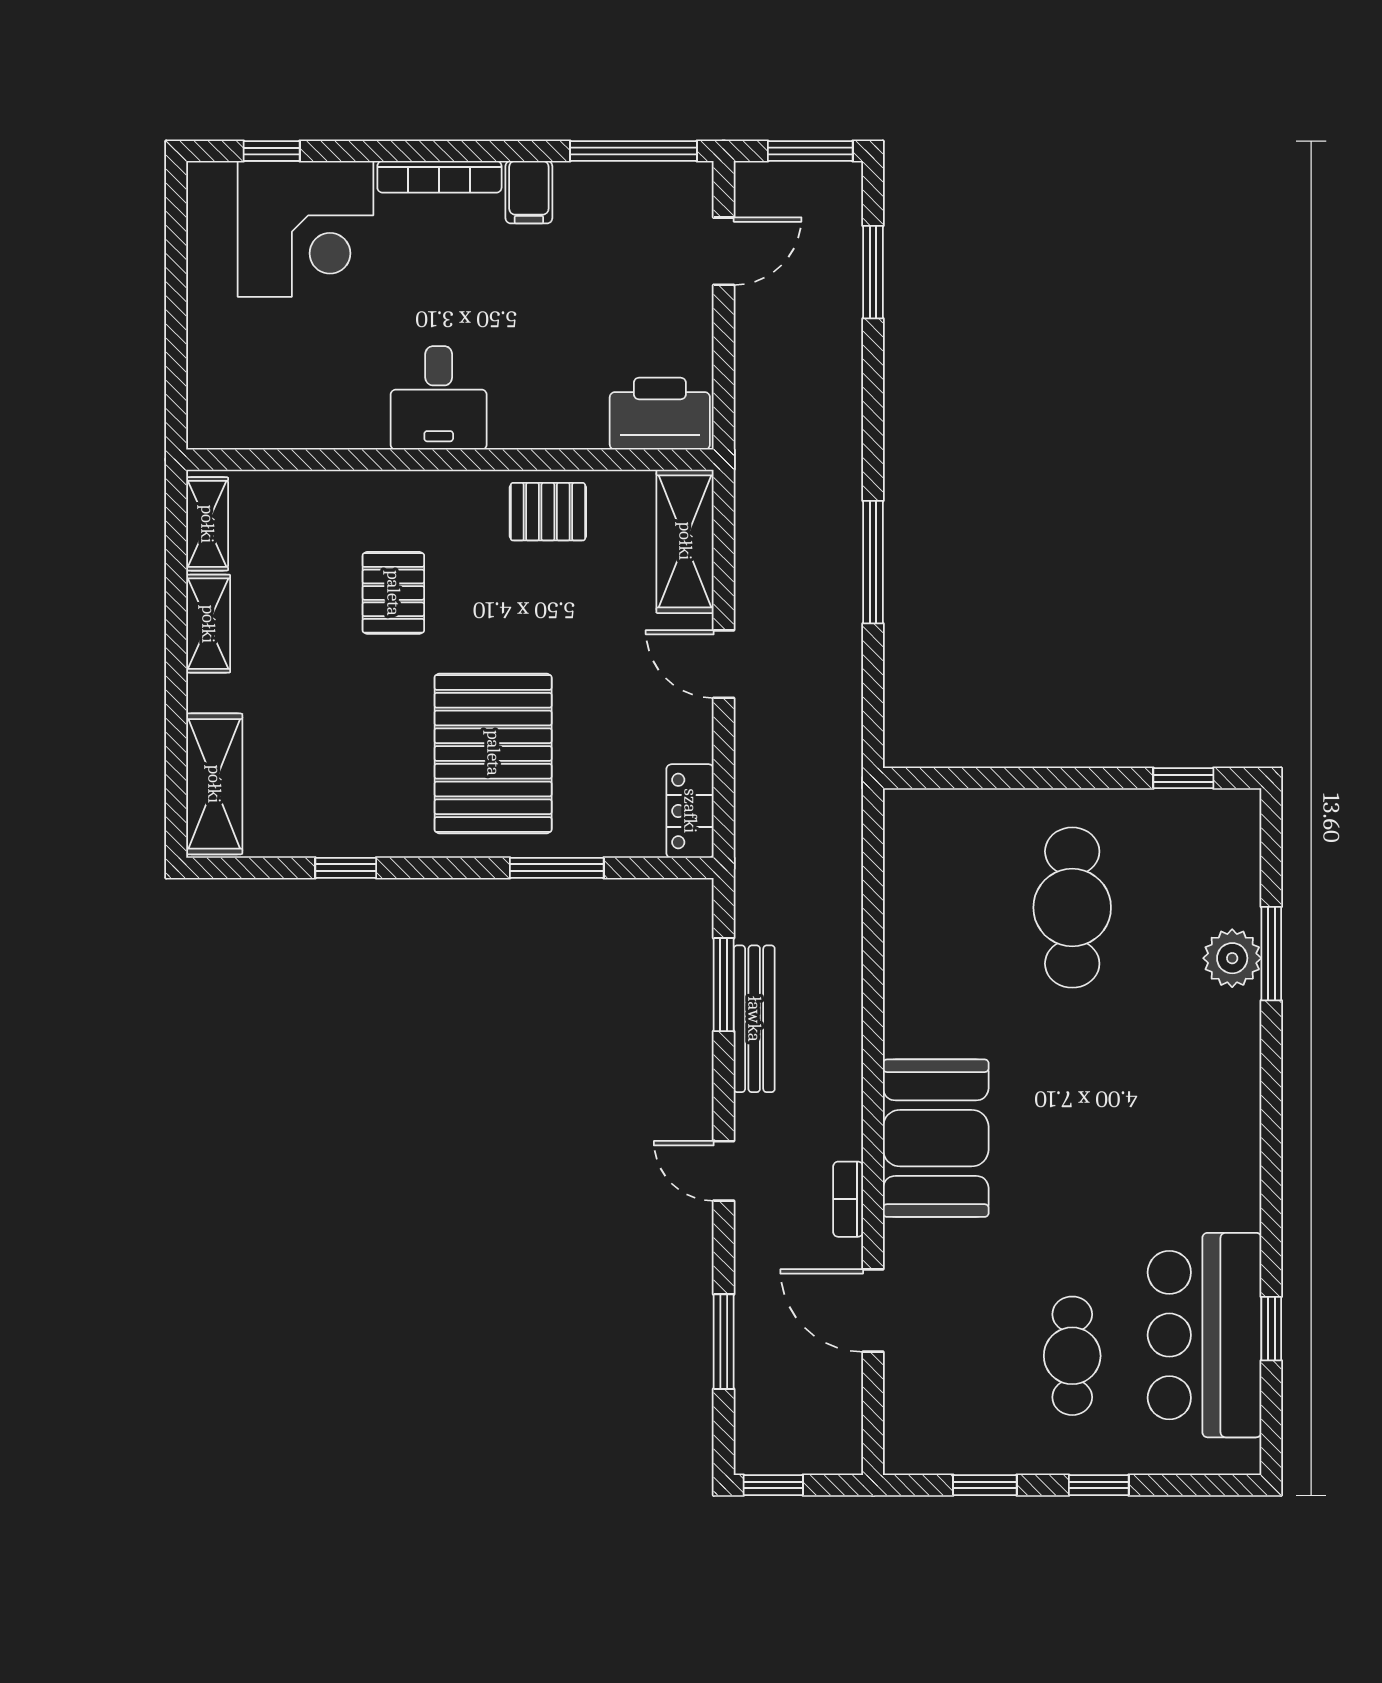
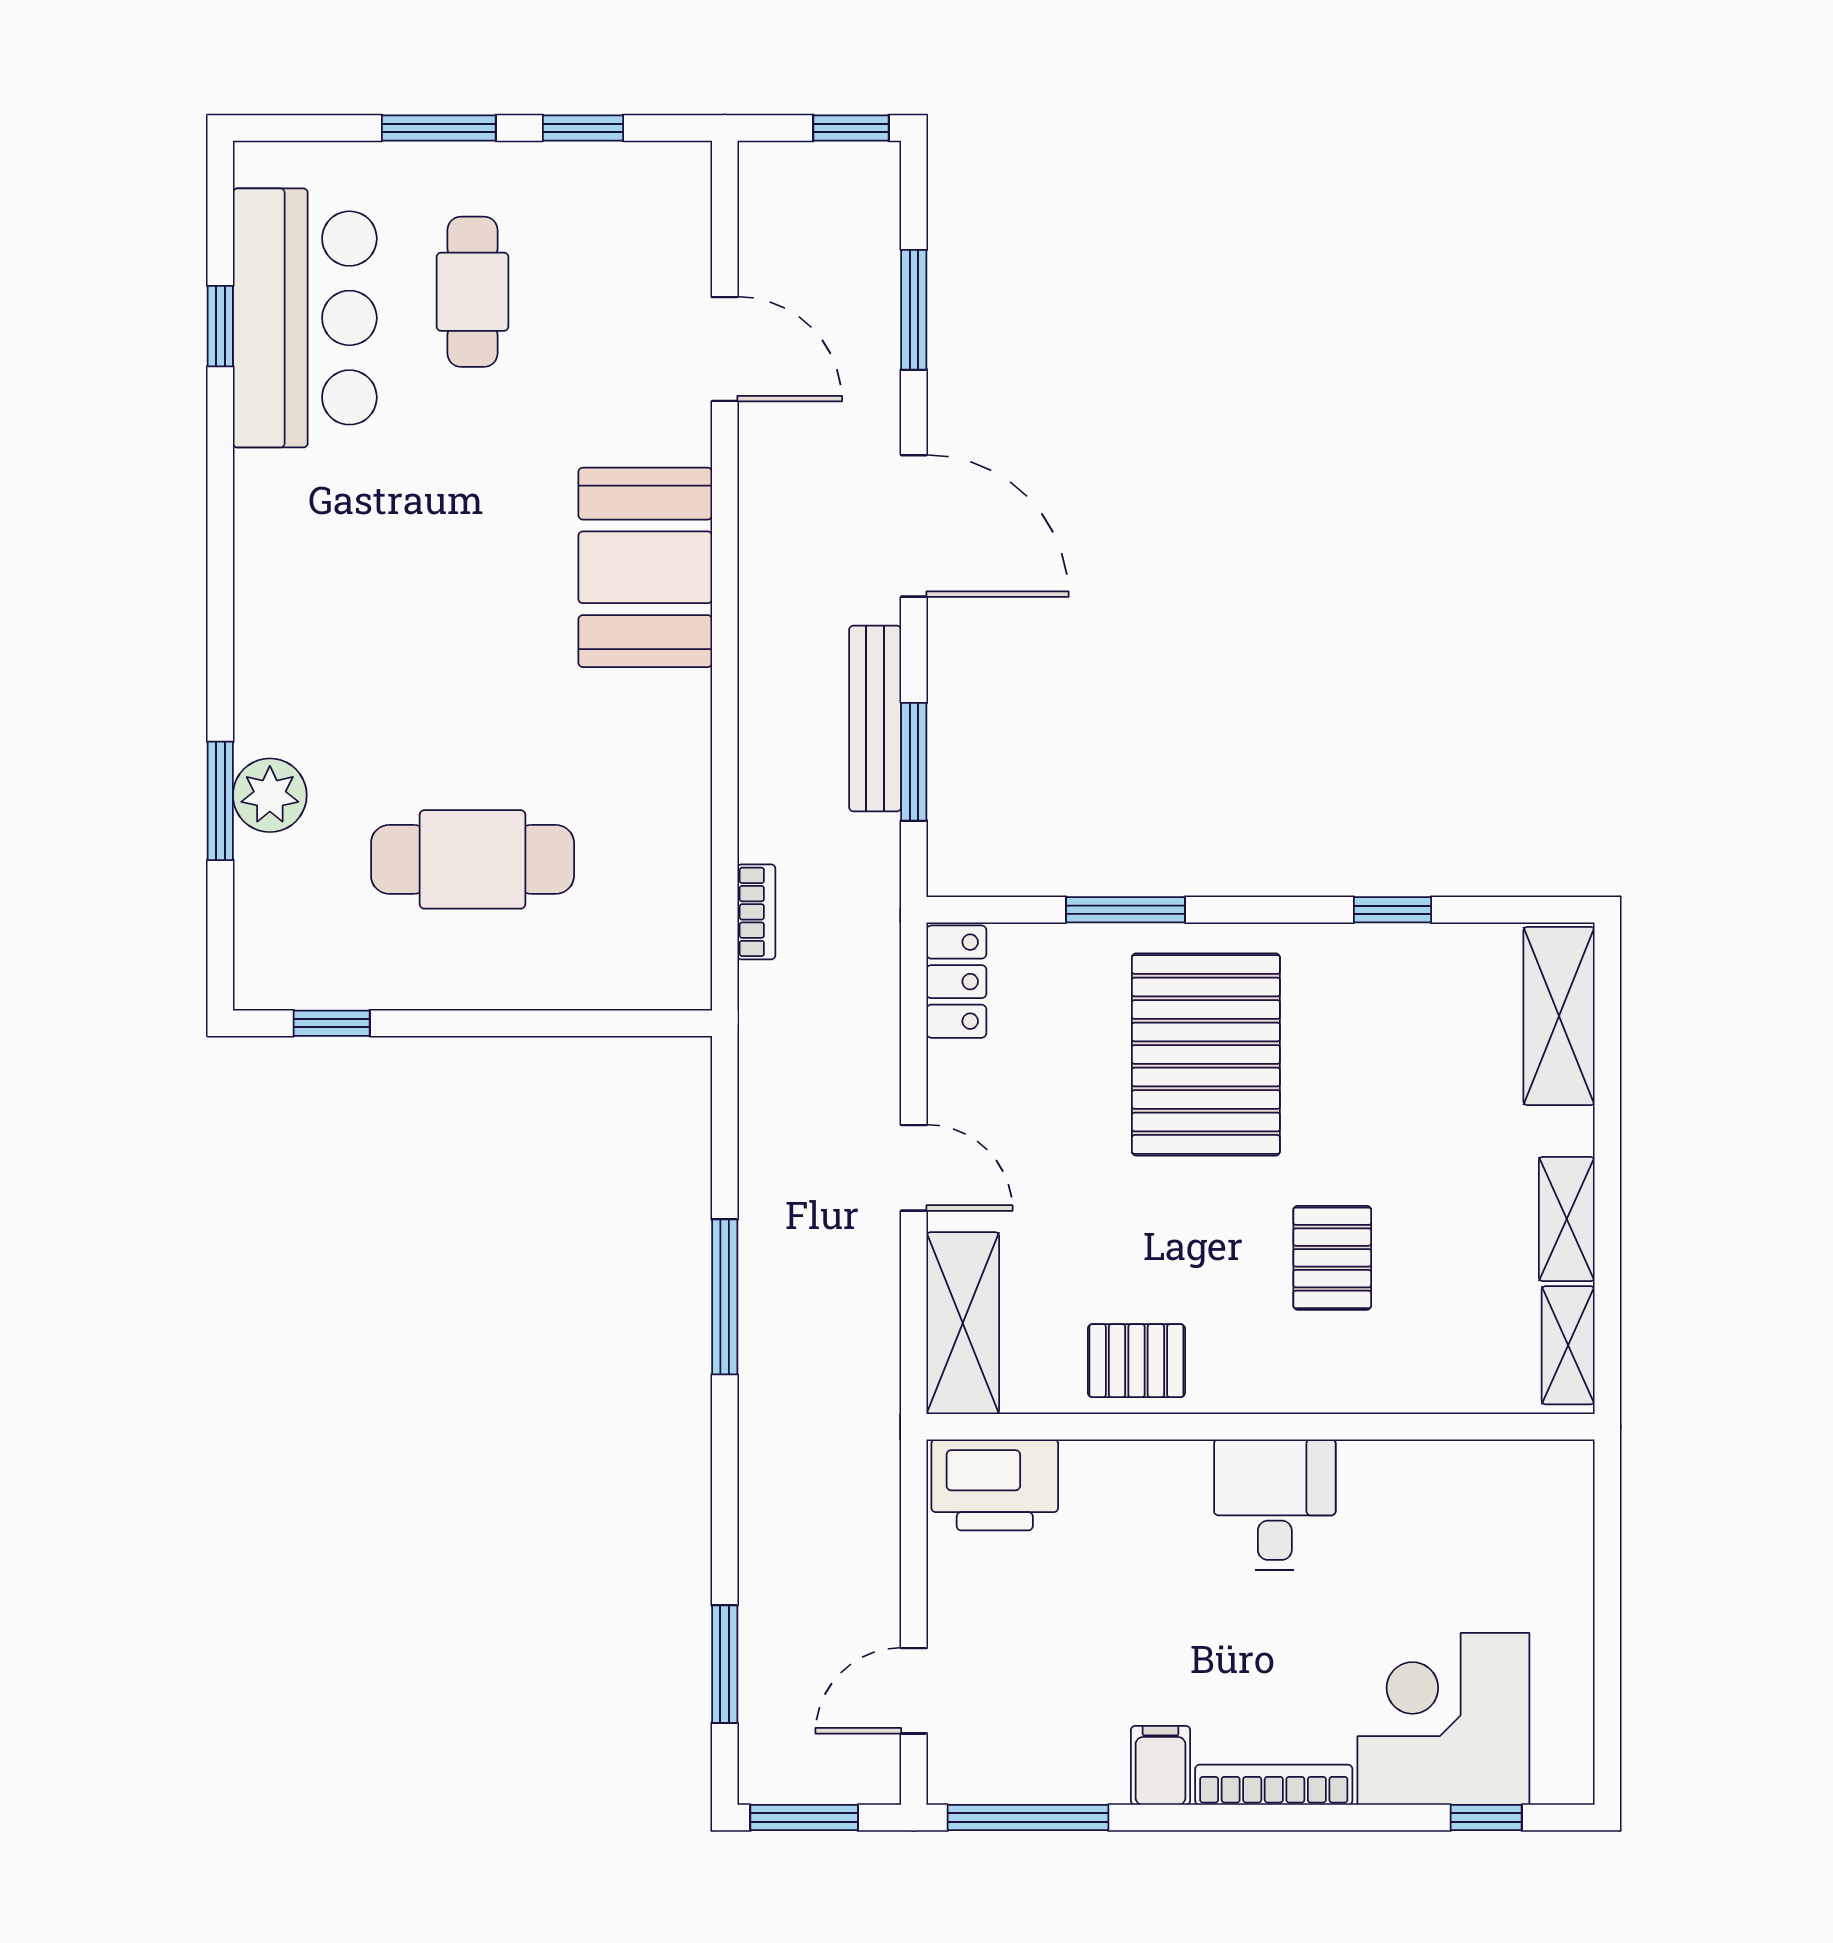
cafe table: (1072, 908) -> (473, 859), turned 90
door: (724, 1171) -> (914, 526), width x1.88
bookcase: (848, 1199) -> (756, 912), moved
window: (1099, 1485) -> (439, 128), width x1.50

